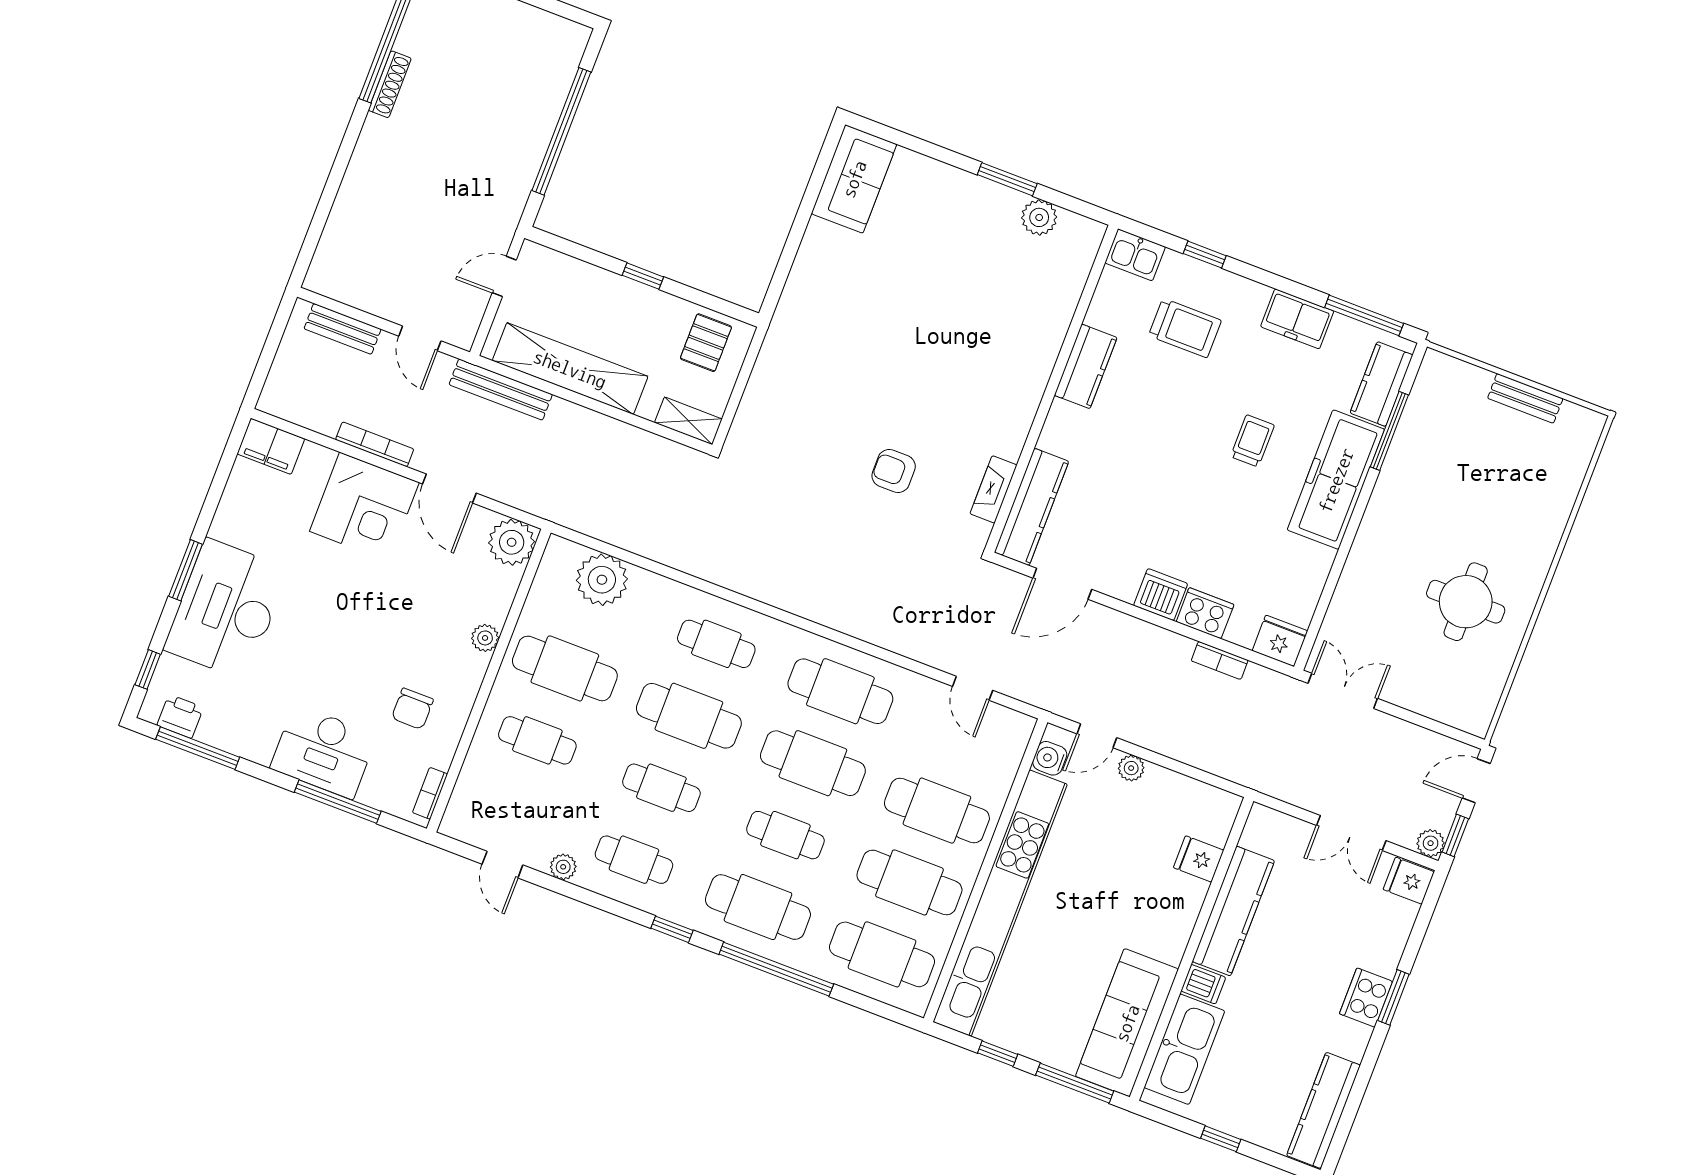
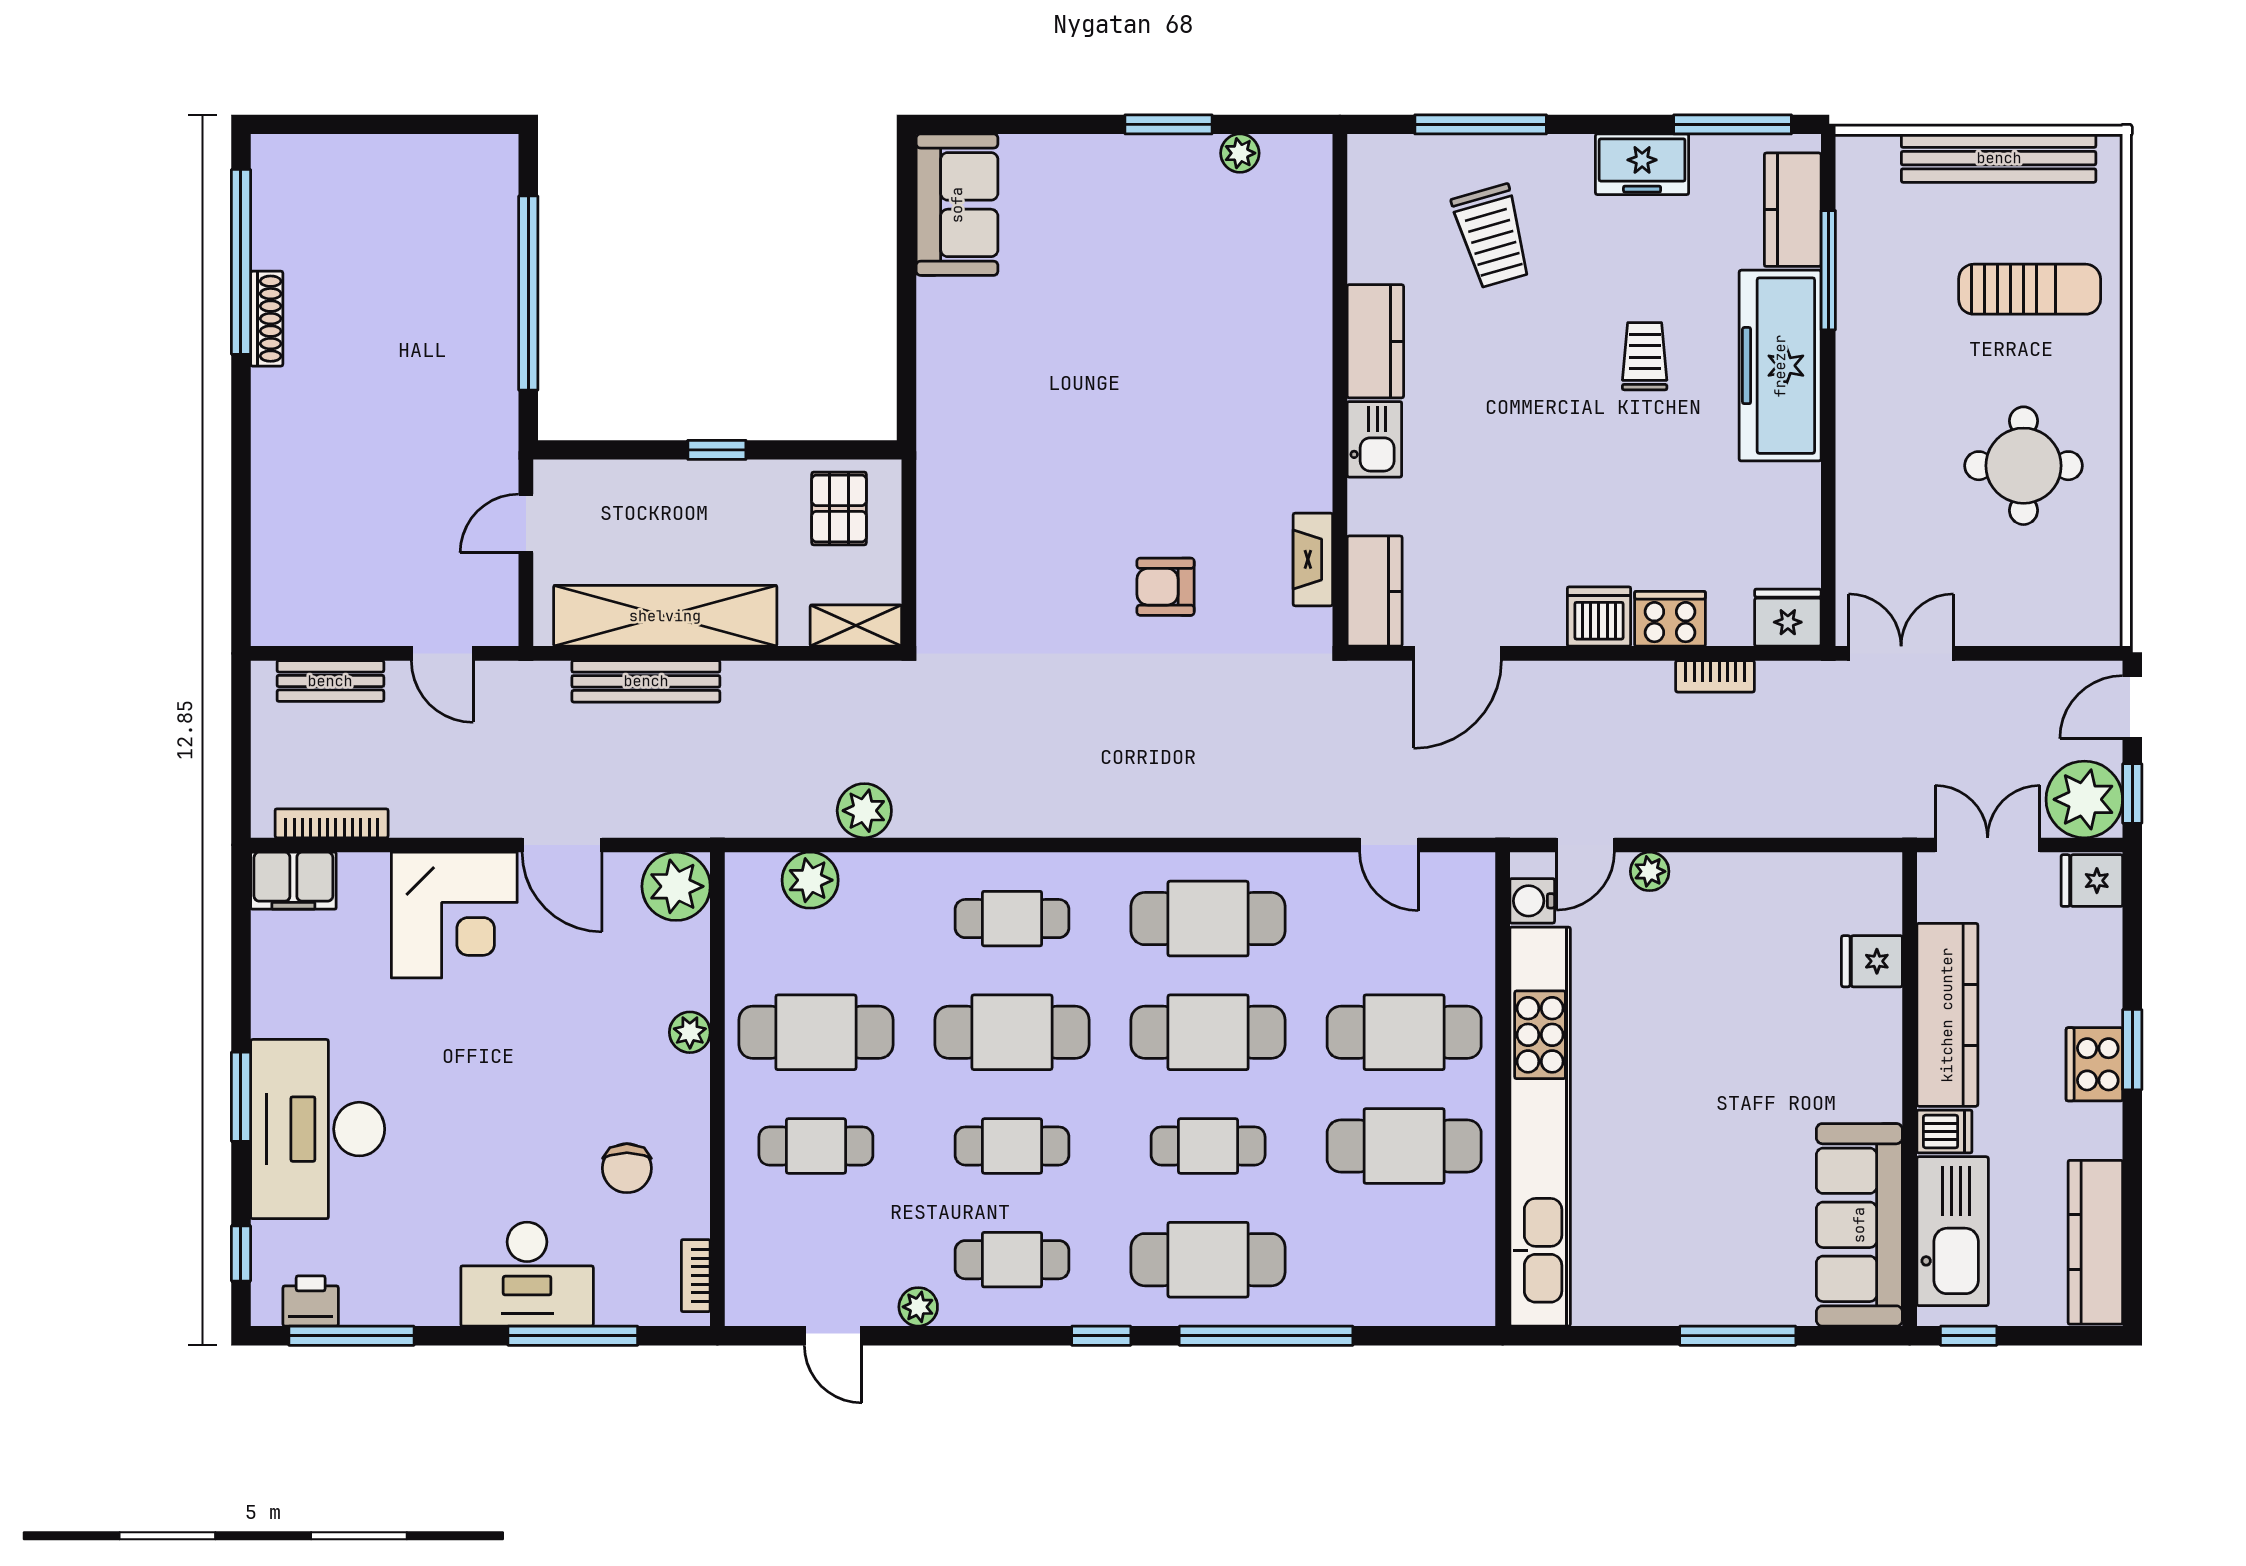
plant: (1039, 217) -> (1240, 153), width x0.73, depth x0.73
kitchen sink: (1135, 255) -> (1374, 439), moved, turned -90
window: (1205, 255) -> (1481, 124), width x2.17
trolley: (1185, 328) -> (1492, 236), turned 74
bench: (501, 390) -> (646, 681), moved
bench: (1525, 398) -> (1999, 158), width x1.86, depth x1.21
bookcase: (375, 444) -> (332, 823), moved
sun lounger: (1512, 492) -> (2030, 289), added
kitchen counter: (1031, 507) -> (1375, 591), width x0.67
plant: (649, 540) -> (864, 811), added
plant: (602, 580) -> (810, 880), width x0.73, depth x0.73
double door: (1351, 833) -> (1988, 845), swing flipped
plant: (1431, 843) -> (2084, 799), width x1.88, depth x1.88
fridge: (1199, 859) -> (1872, 961), moved
kitchen counter: (1233, 911) -> (1947, 1015), moved
wall: (1192, 949) -> (1910, 1089), moved
cafe table: (882, 954) -> (1404, 1260), removed
dishwasher: (1203, 984) -> (1944, 1132), moved
sofa: (1127, 1023) -> (1859, 1225), moved
kitchen sink: (1184, 1049) -> (1953, 1231), moved
window: (998, 1054) -> (1616, 1336), removed

